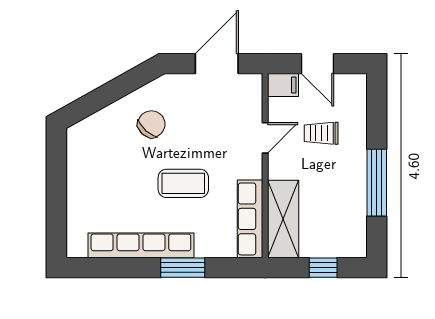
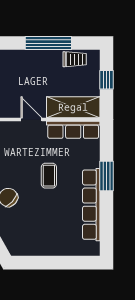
trolley: (321, 133) -> (75, 59), moved, turned -90
door: (265, 138) -> (31, 120), moved
coffee table: (183, 183) -> (49, 176), width x0.73, depth x0.77

